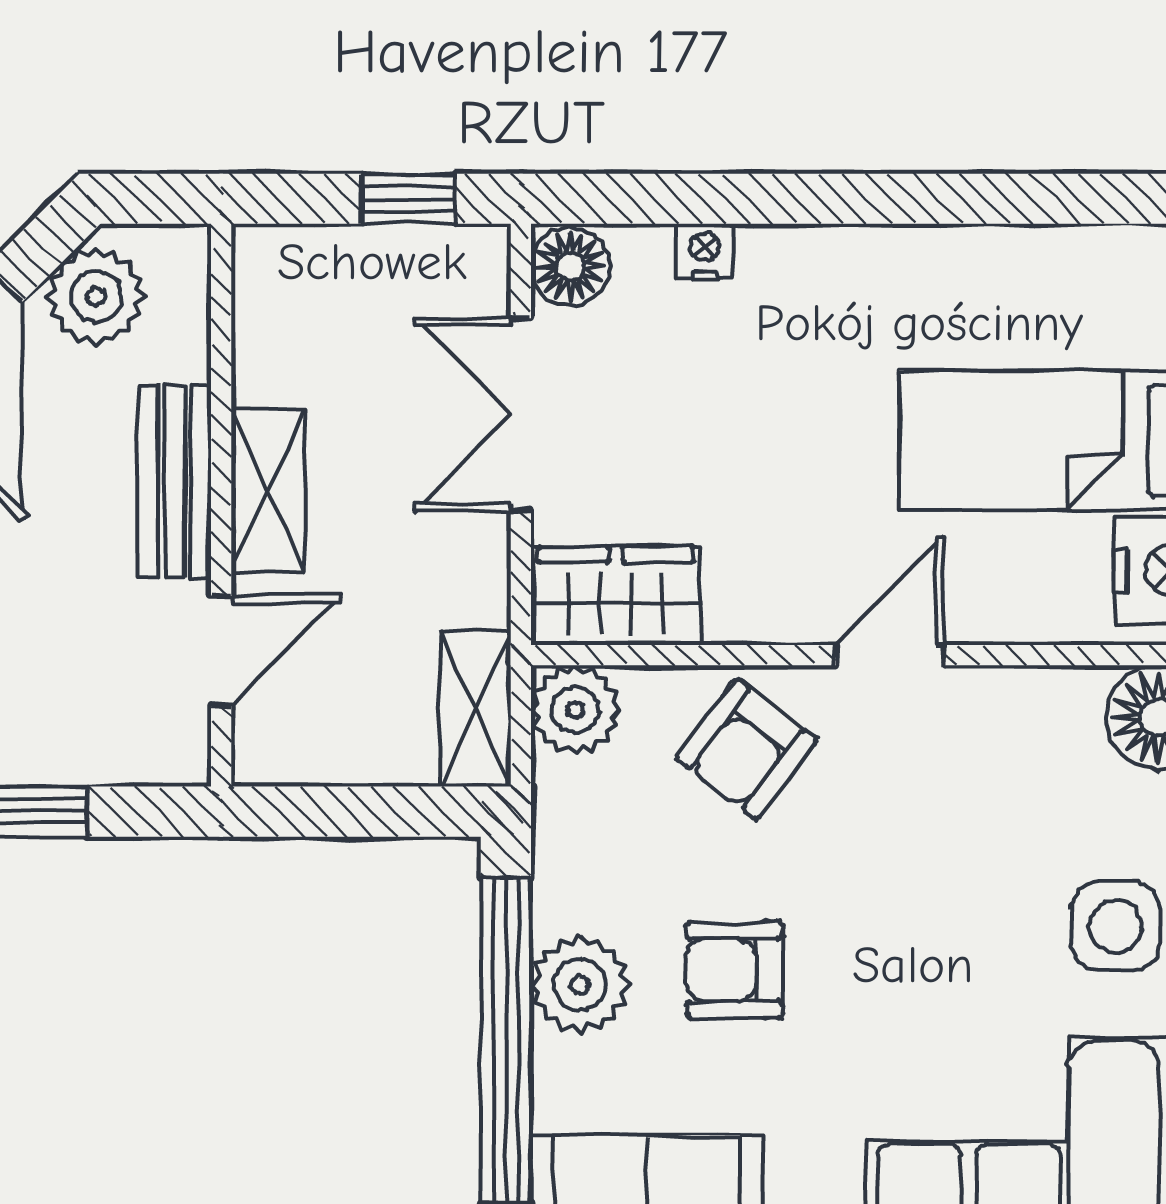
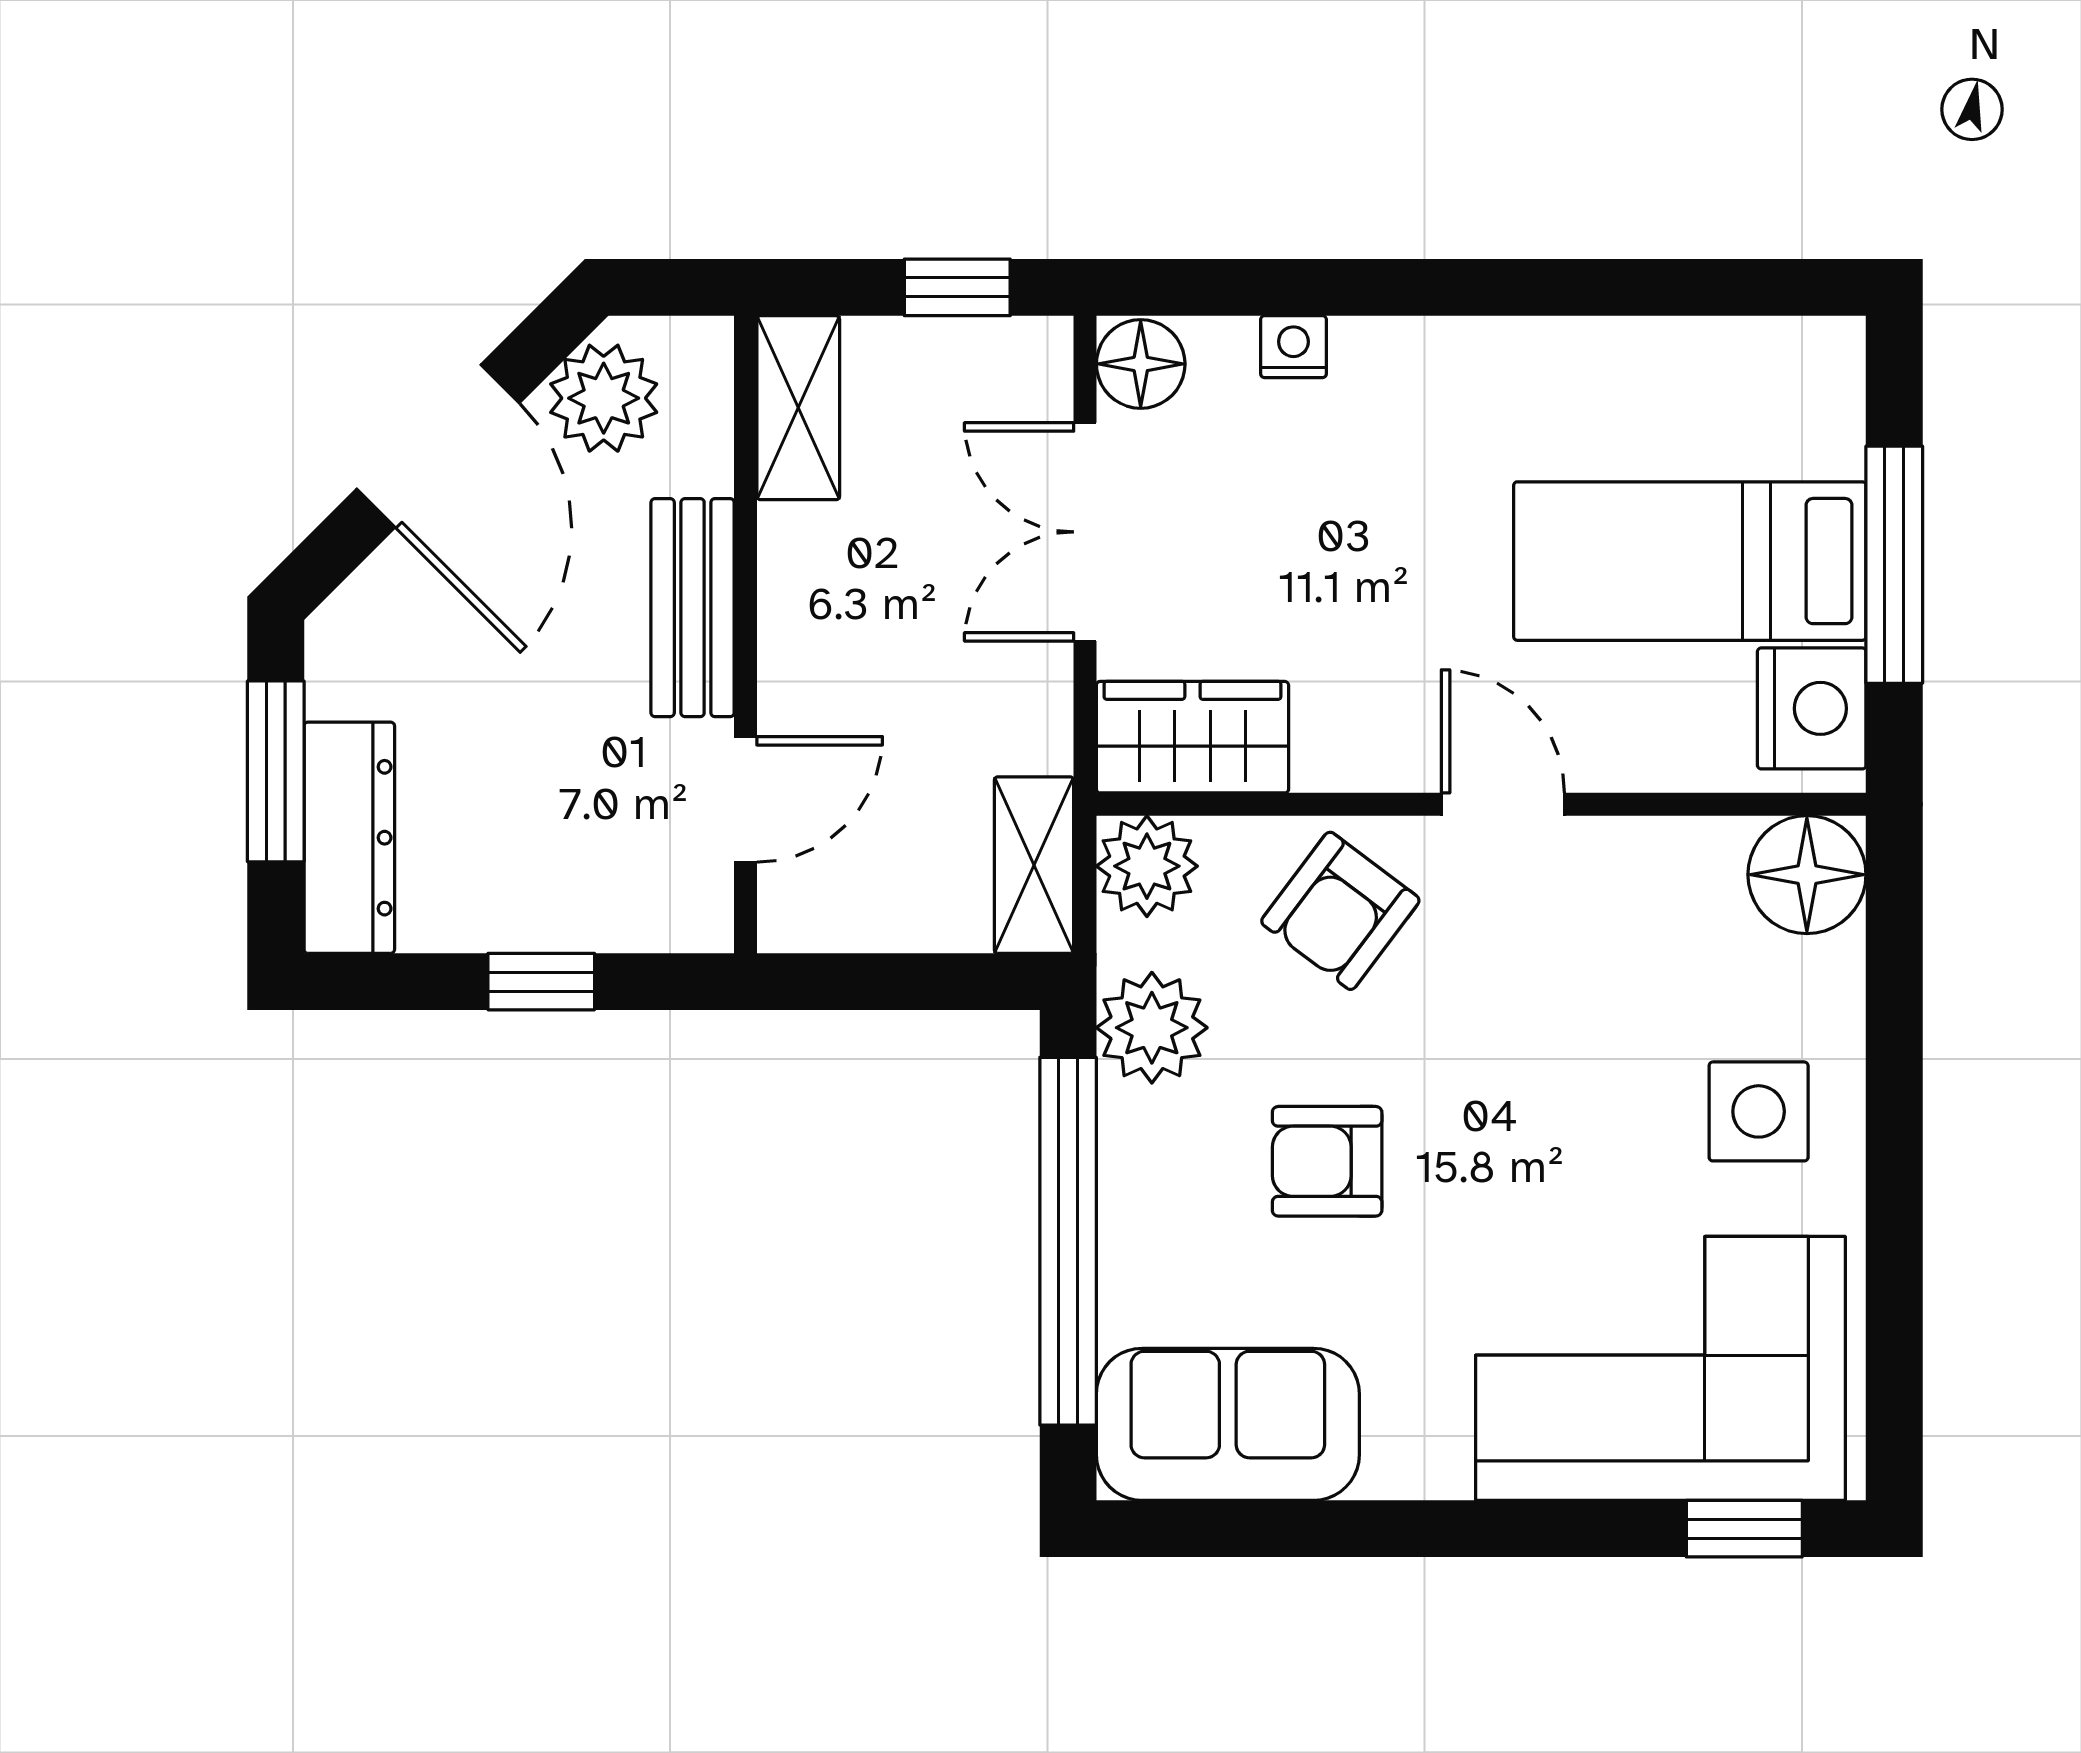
shelving: (268, 491) -> (798, 408), moved
door: (890, 655) -> (1503, 804), hinge flipped
plant: (580, 985) -> (1152, 1028), moved

